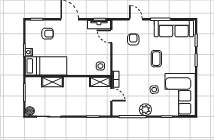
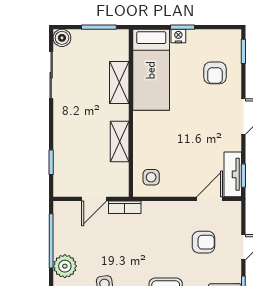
shelving: (100, 82) -> (120, 141), moved

